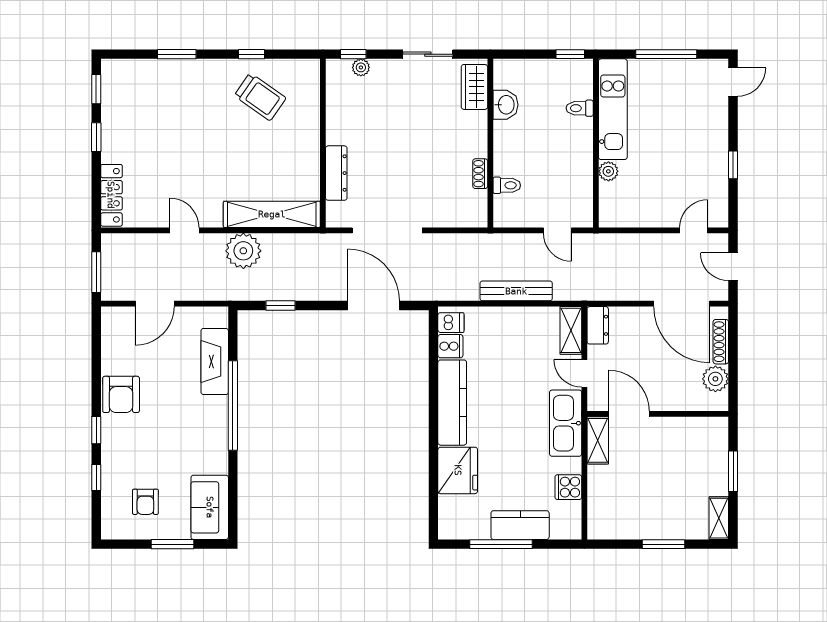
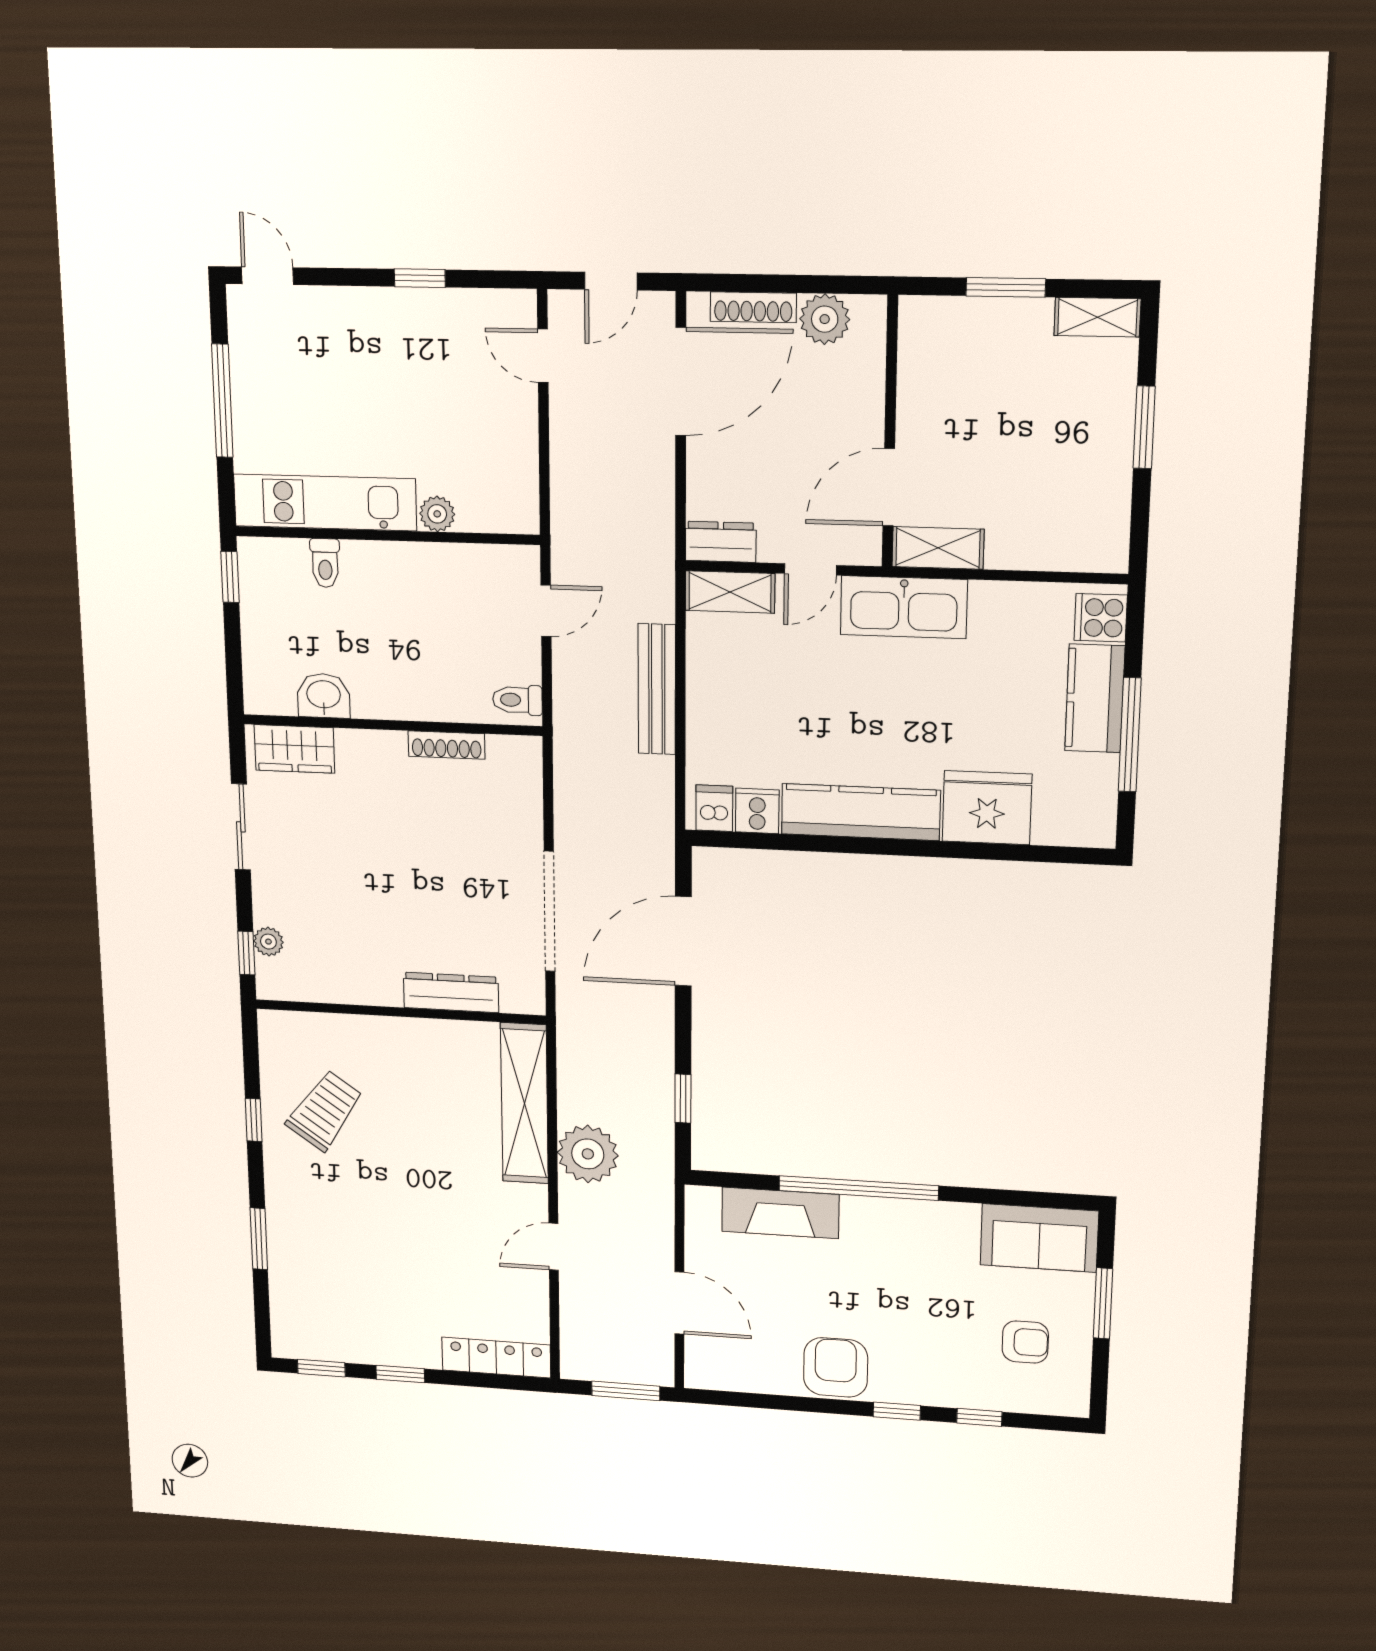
shoe rack: (480, 174) -> (447, 745), width x1.43
toilet: (507, 185) -> (517, 700), moved, turned -90
armchair: (121, 394) -> (836, 1367), turned -90
cooker: (568, 487) -> (1101, 618), moved, turned 90

